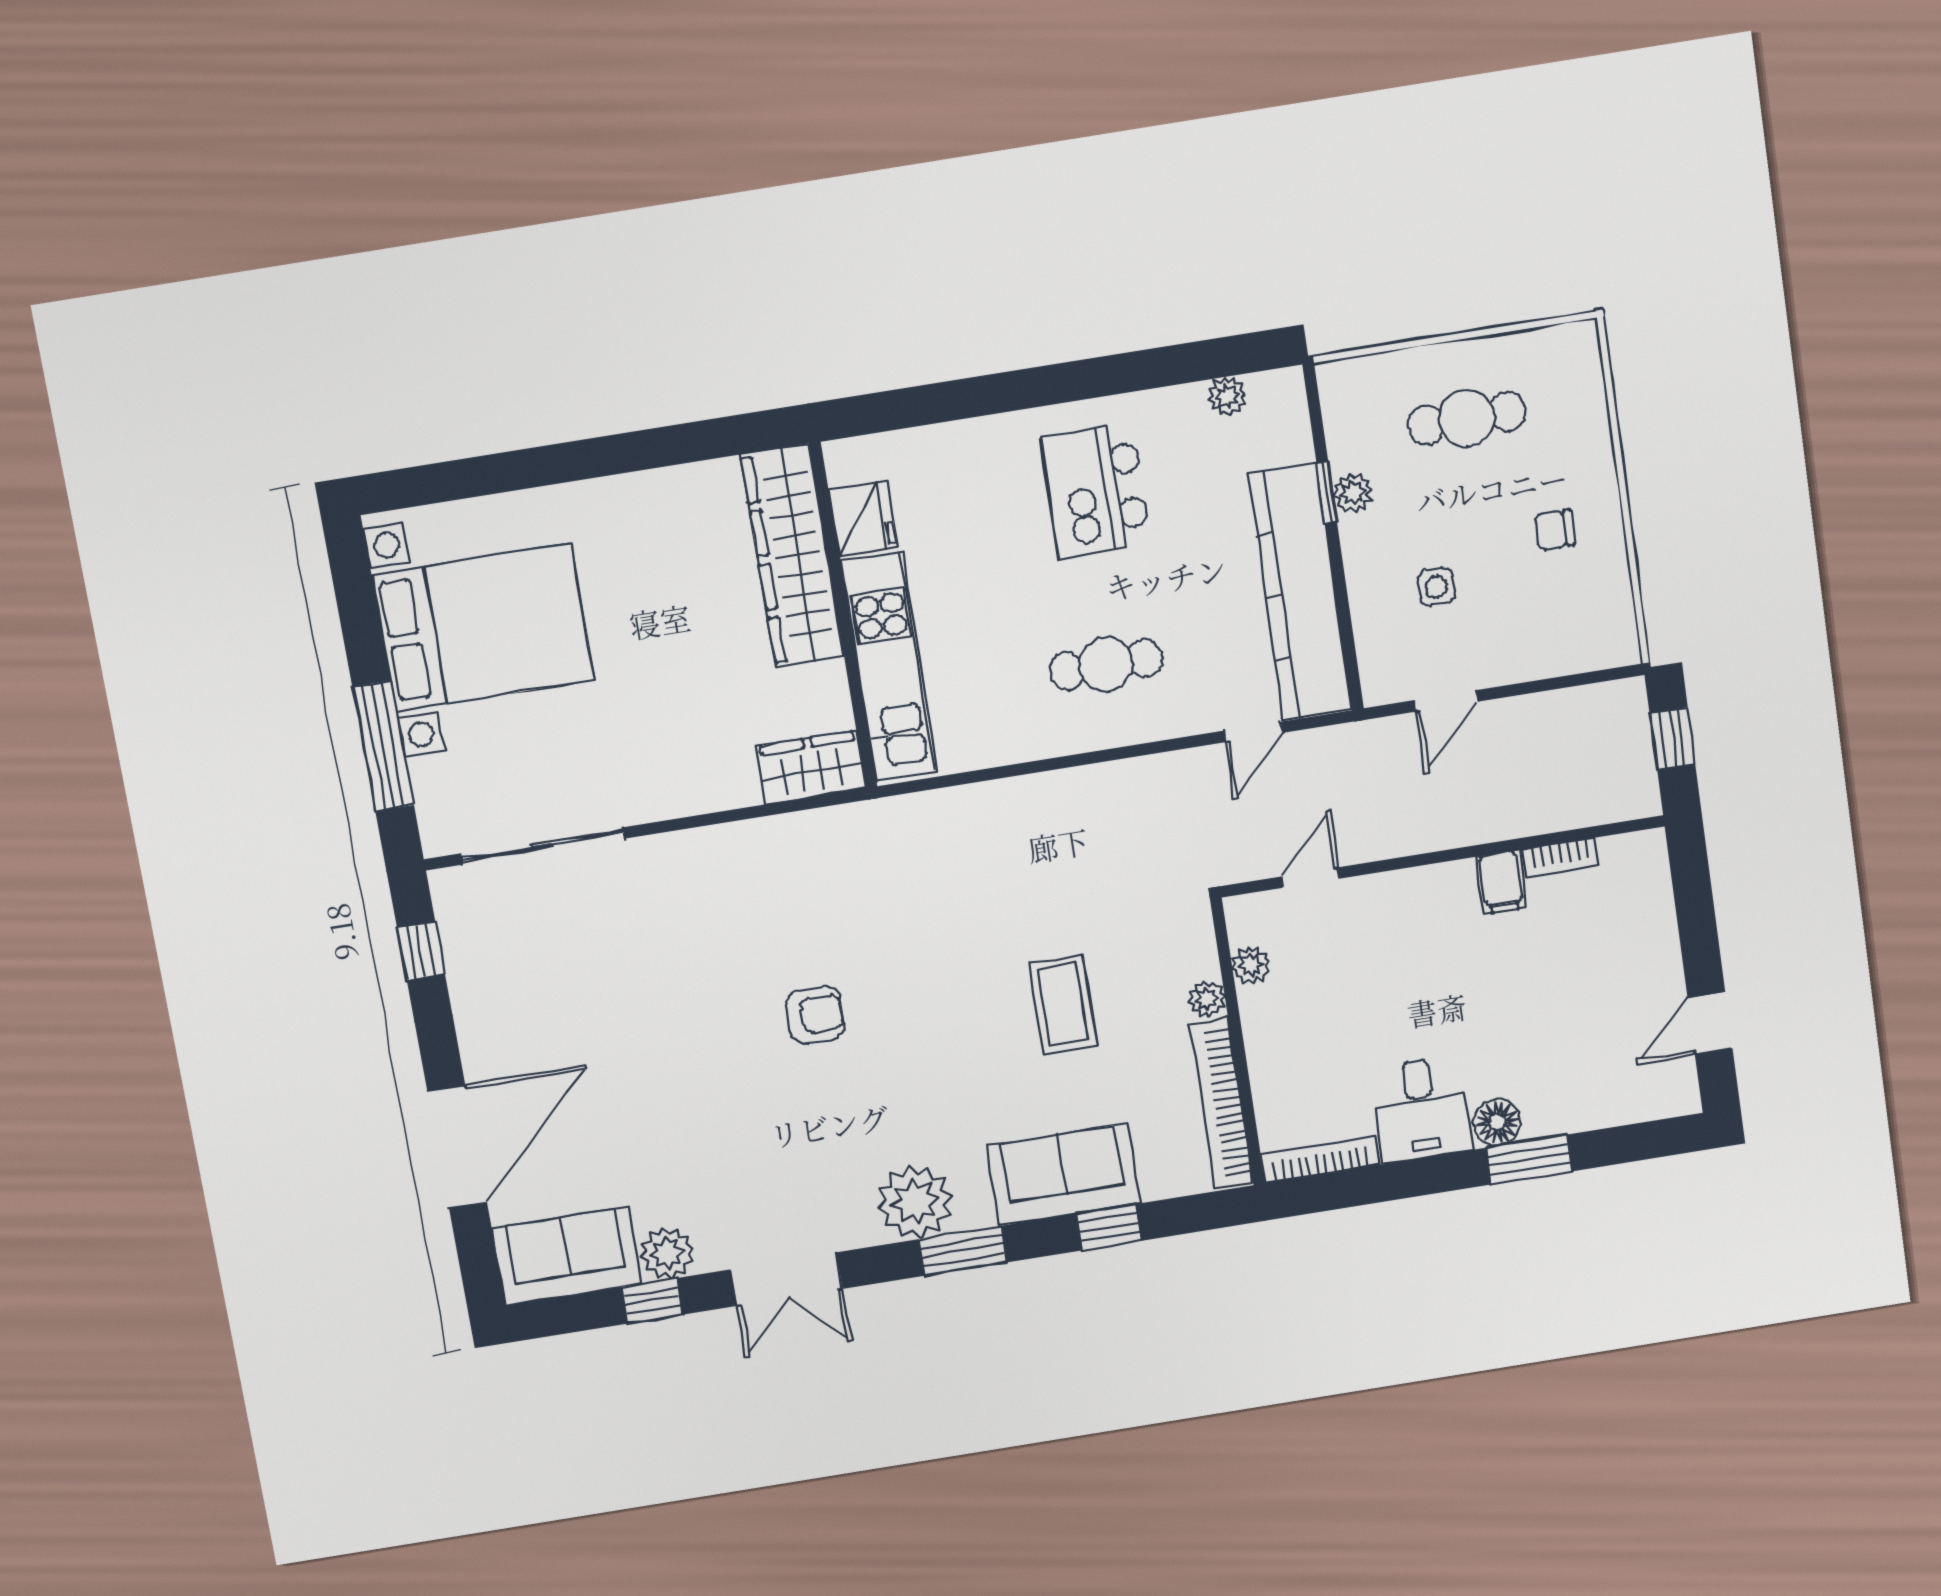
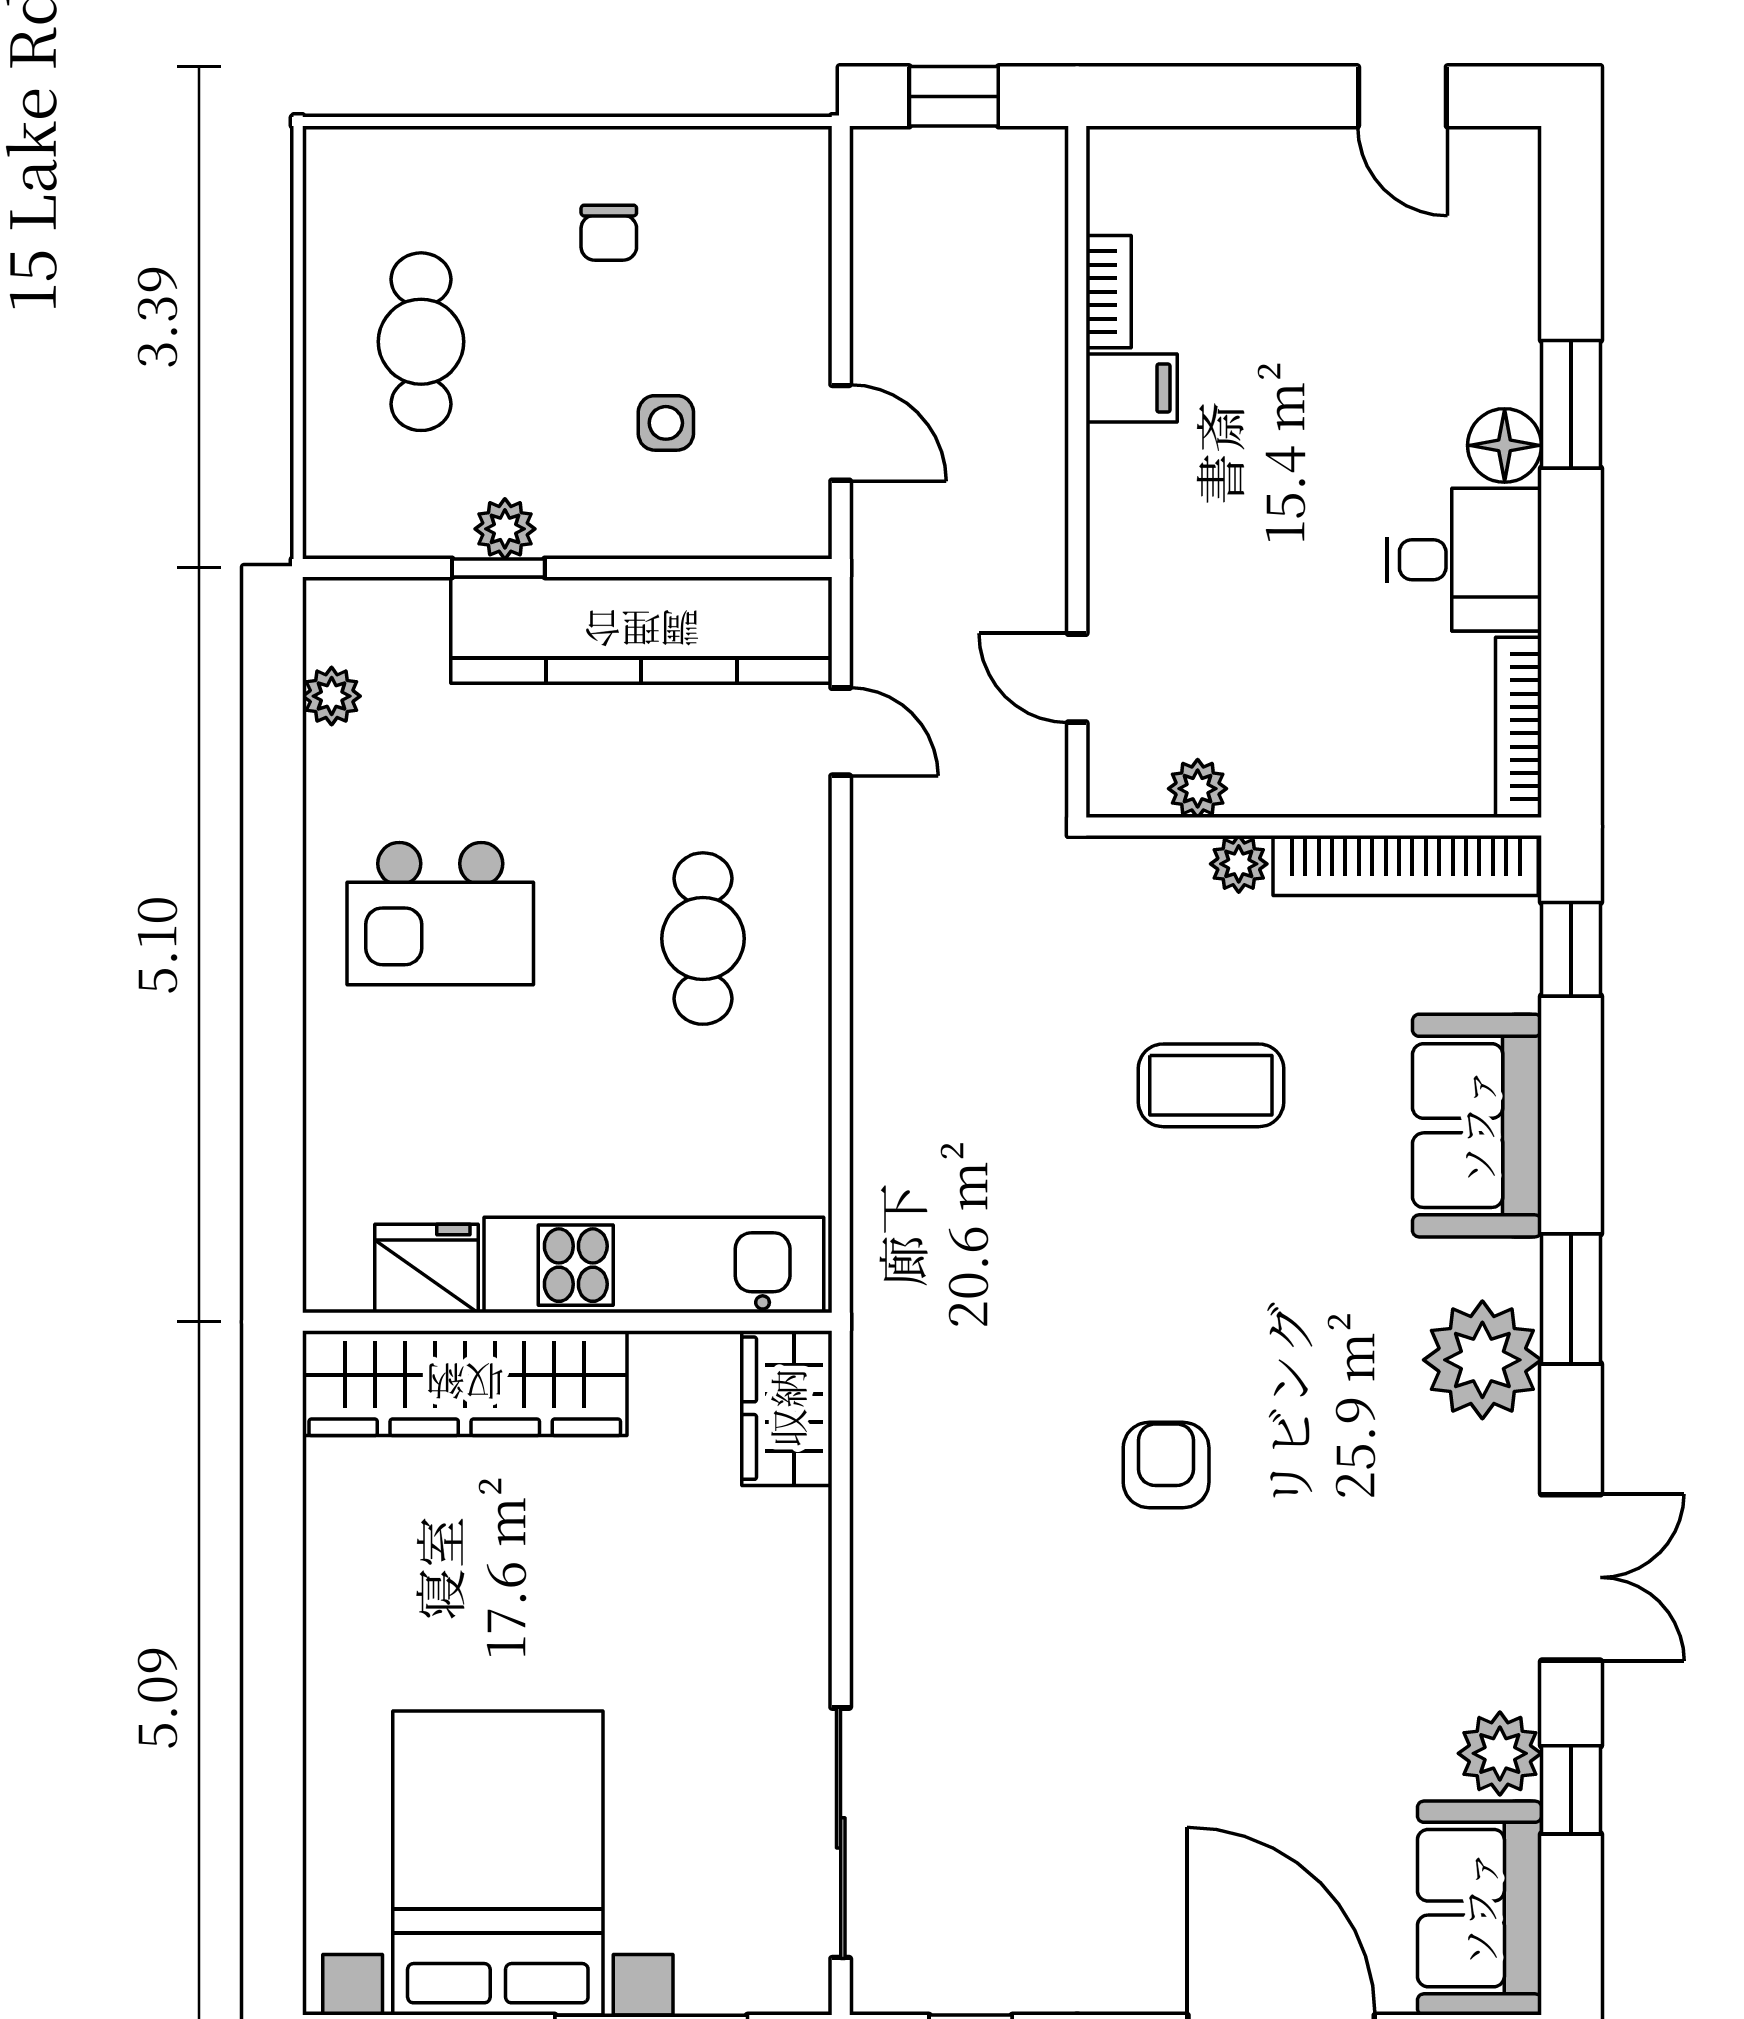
window: (1109, 1227) -> (1571, 949), moved

